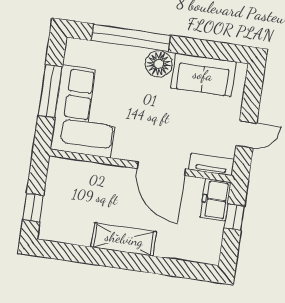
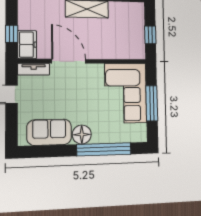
window: (33, 208) -> (150, 35), moved

